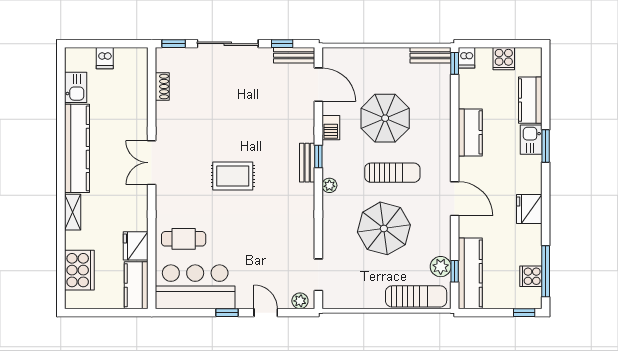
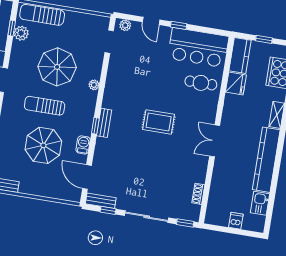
double door: (152, 163) -> (215, 141), swing flipped
plant: (329, 185) -> (94, 85), moved
window: (107, 313) -> (264, 39), added

